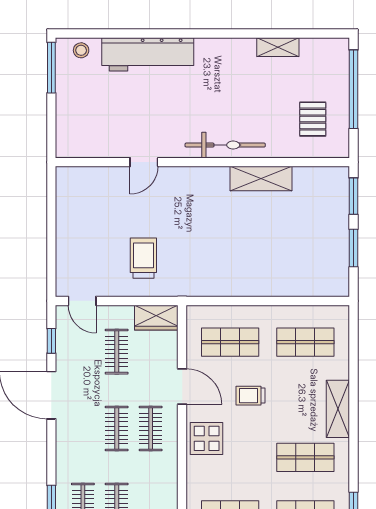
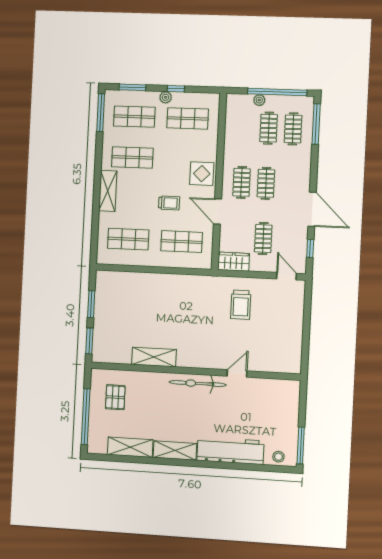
shelving: (278, 47) -> (130, 447), width x1.50, depth x1.33
shelving: (225, 50) -> (175, 451), added
bicycle: (225, 145) -> (198, 383), moved

